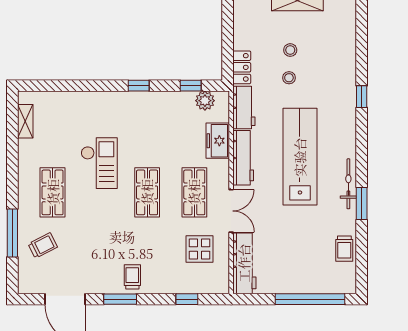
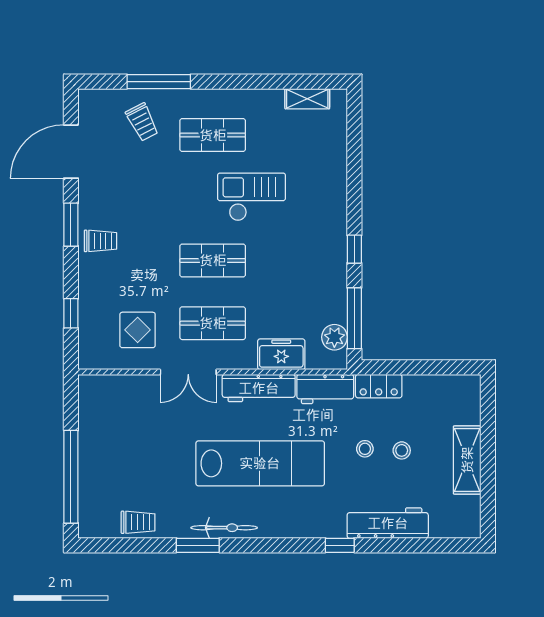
window: (191, 86) -> (354, 318), width x2.17
checkout: (99, 163) -> (252, 197), turned 180
trolley: (344, 249) -> (138, 522), turned 180
workbench: (244, 263) -> (388, 523), moved, turned 180

